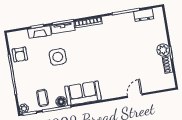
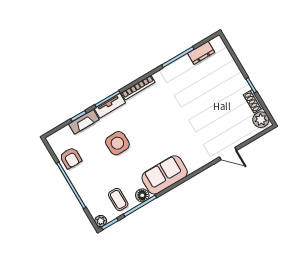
plant: (163, 50) -> (261, 120), moved
door: (135, 96) -> (228, 154), swing flipped

